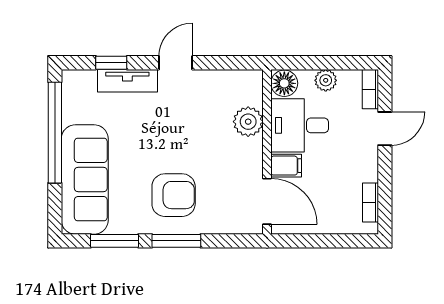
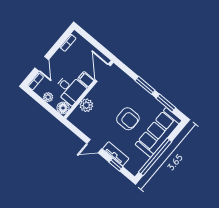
door: (385, 129) -> (42, 64), swing flipped
armchair: (174, 195) -> (128, 119), moved, turned 180

